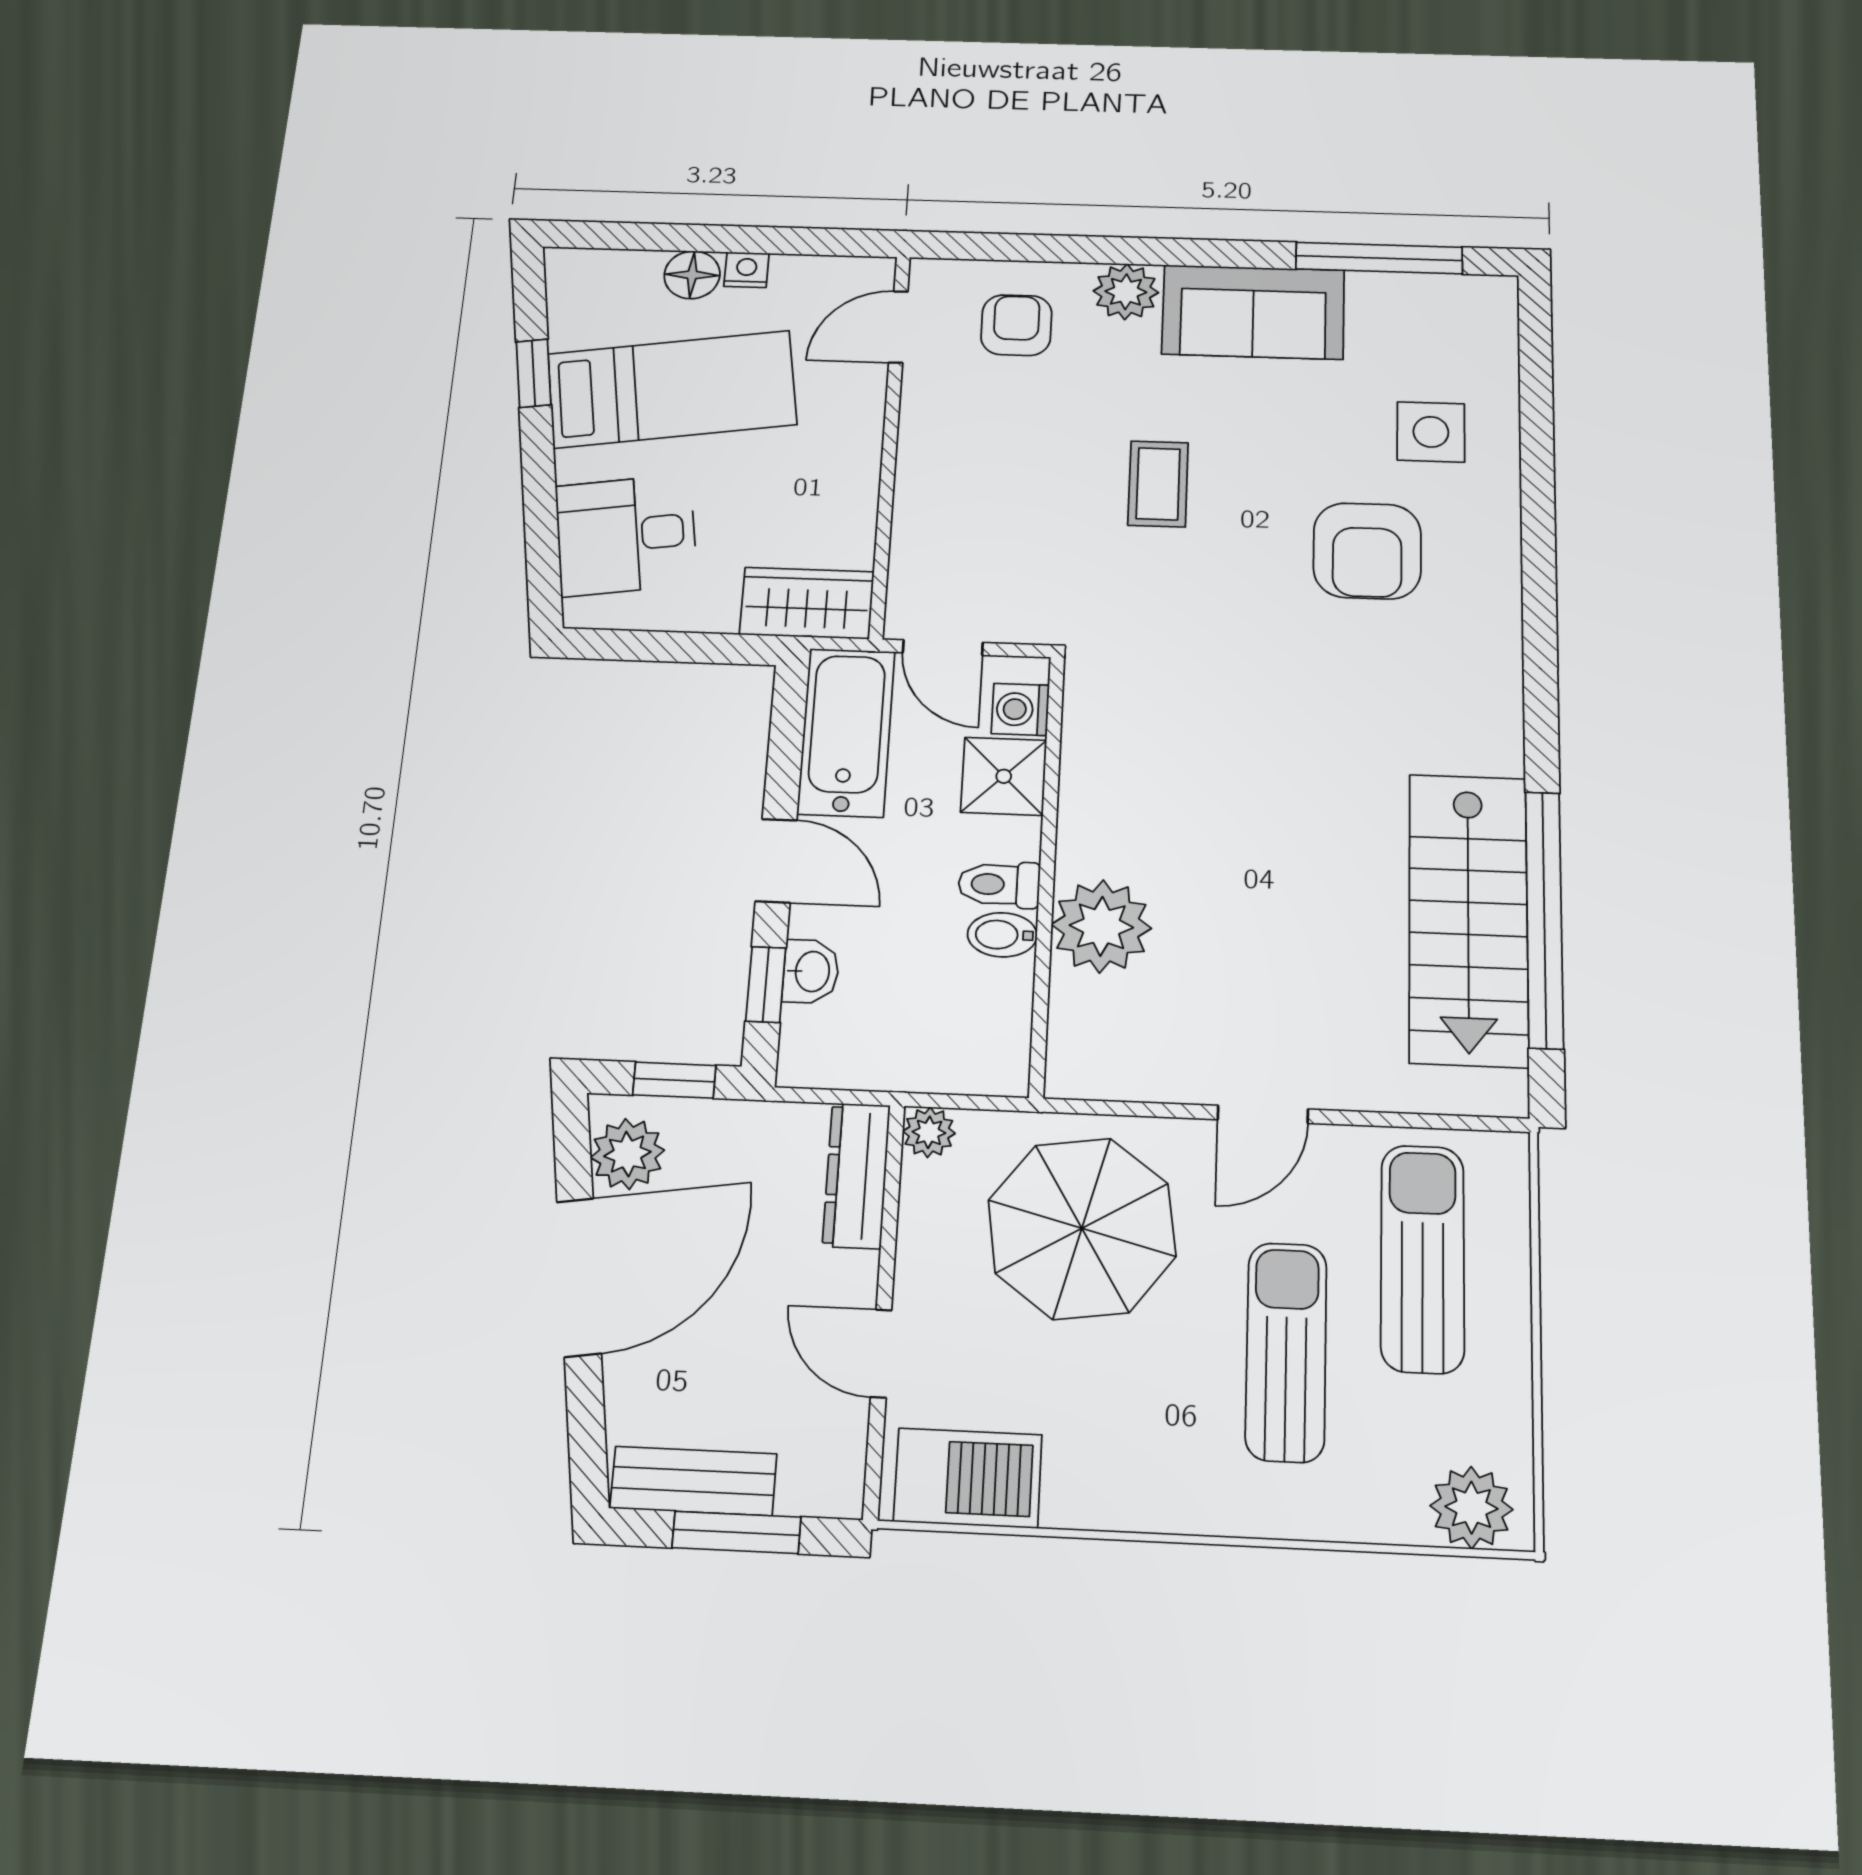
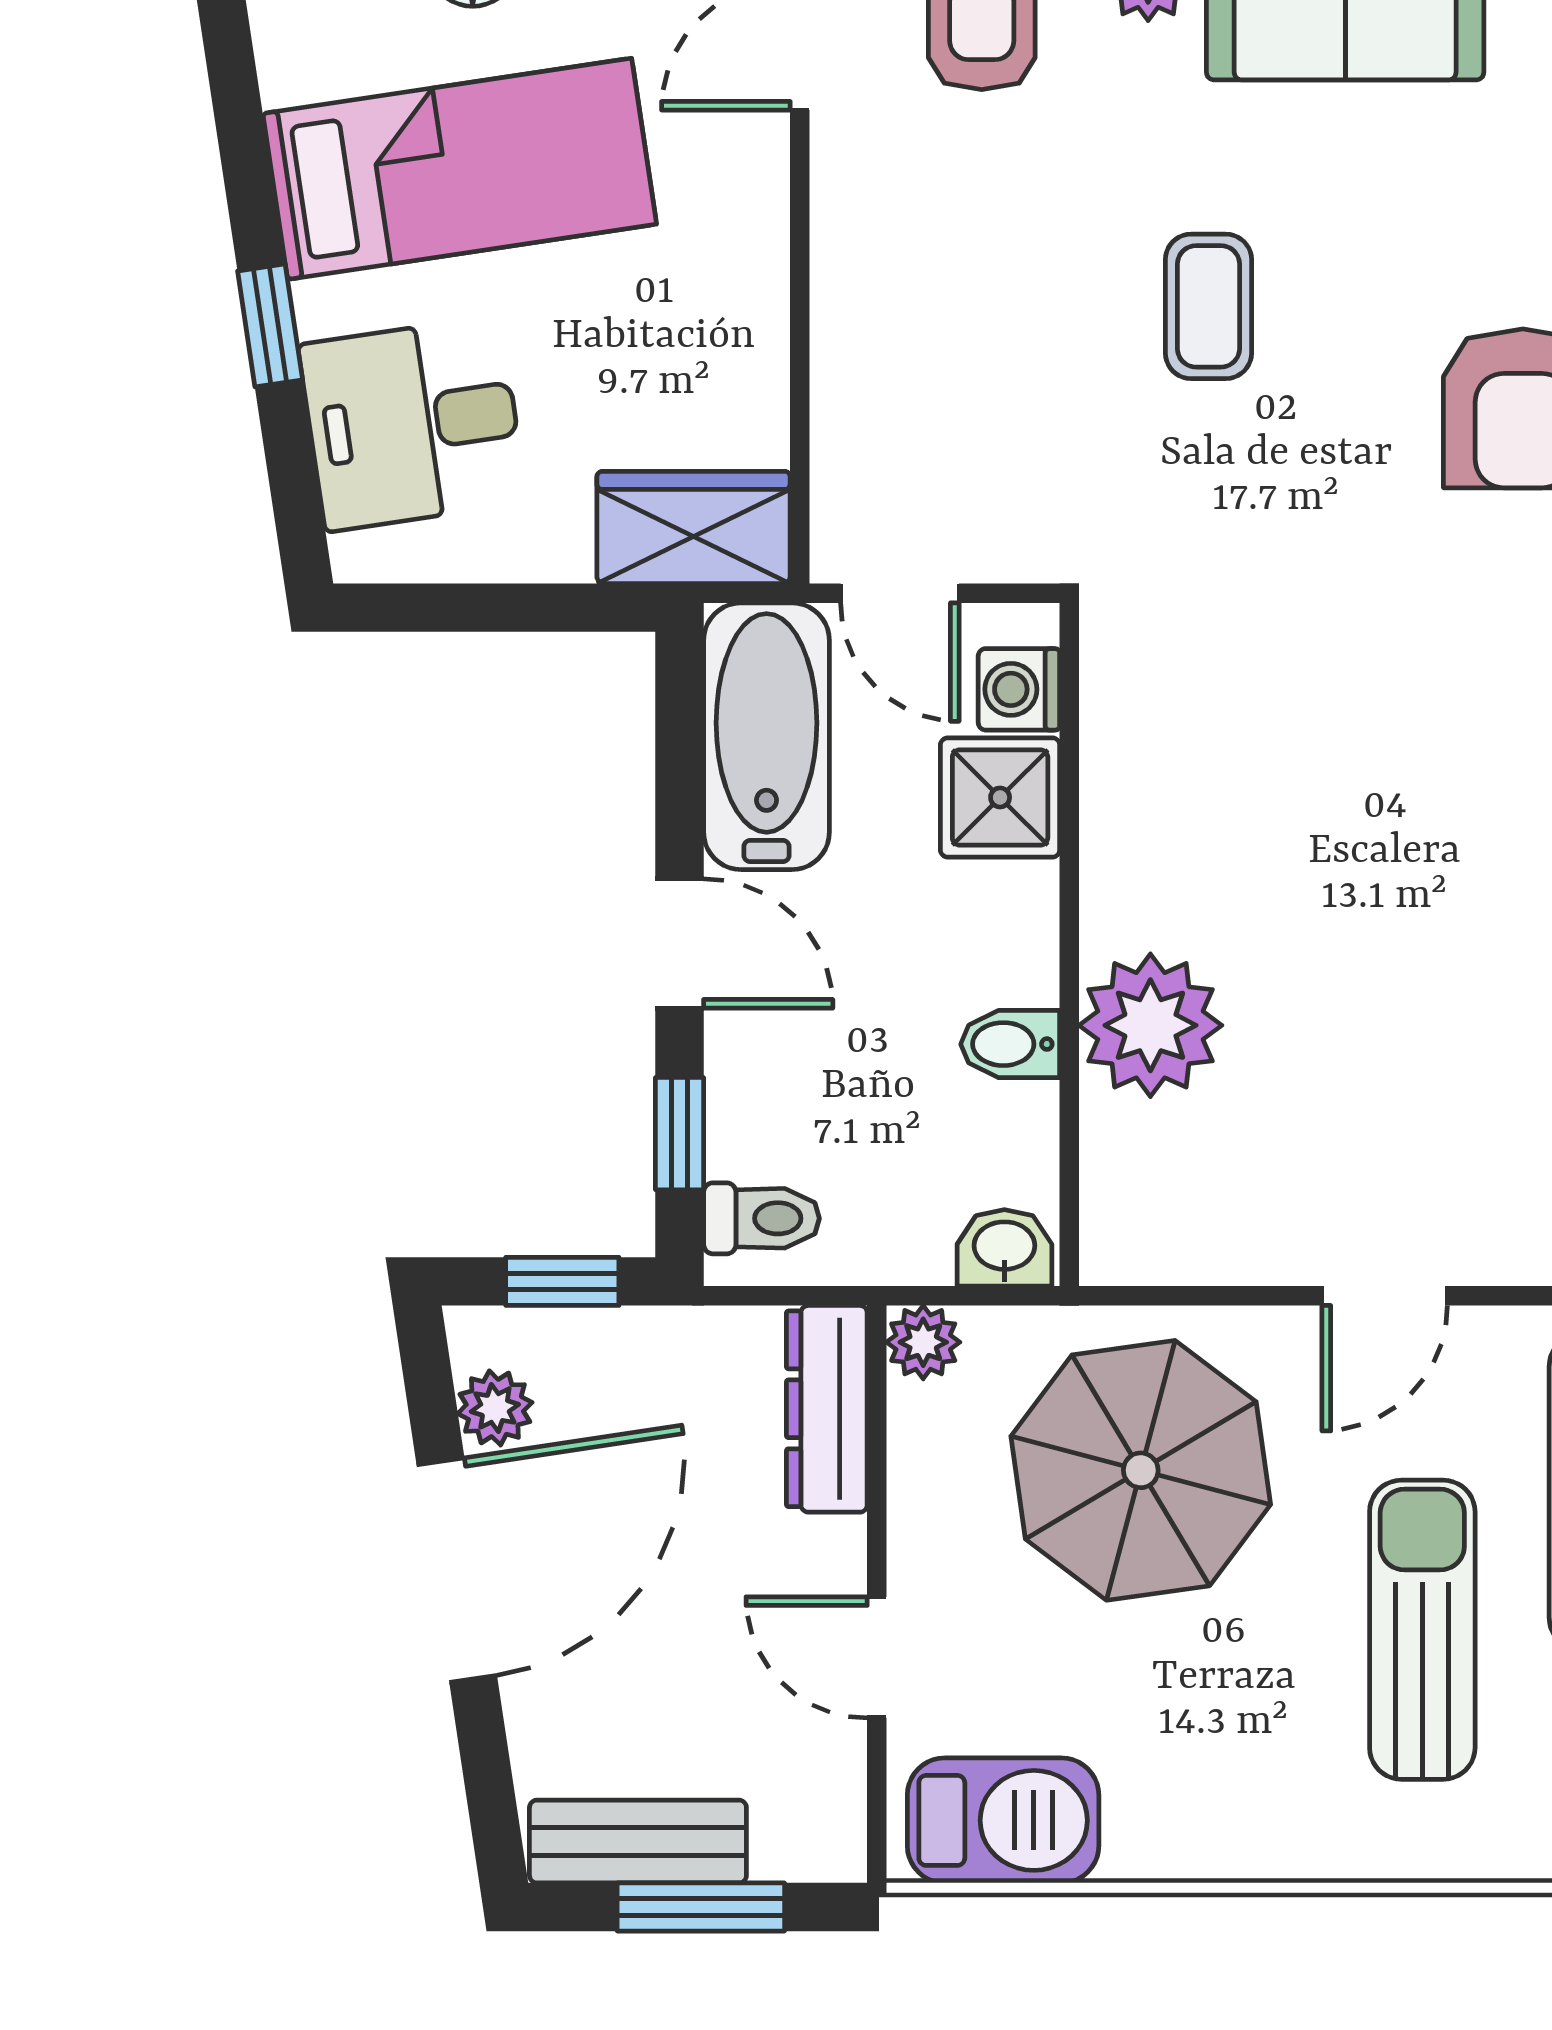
window: (534, 373) -> (270, 325), moved
toilet: (999, 884) -> (762, 1218), moved, turned 180
washbasin: (811, 971) -> (1004, 1248), moved, turned -90
plant: (627, 1154) -> (495, 1408), width x0.73, depth x0.73

